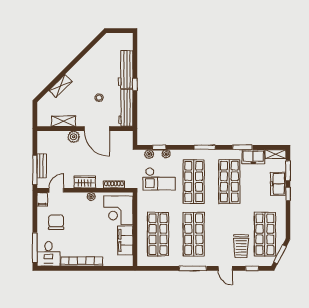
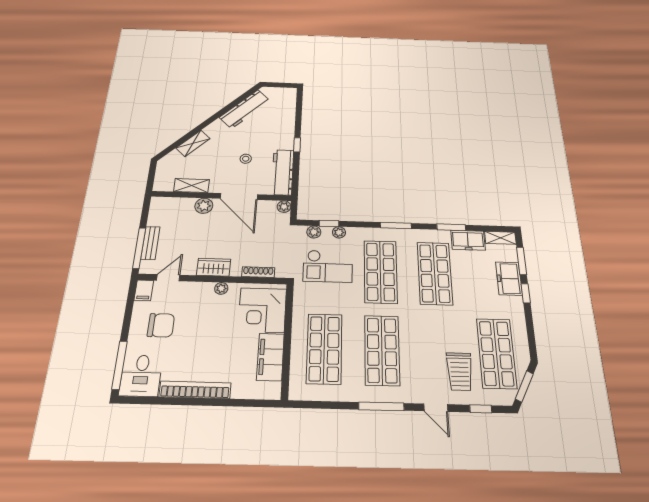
workbench: (126, 69) -> (245, 109), moved, turned -135
plant: (128, 135) -> (284, 207), added
chair: (56, 222) -> (161, 325), turned 90

